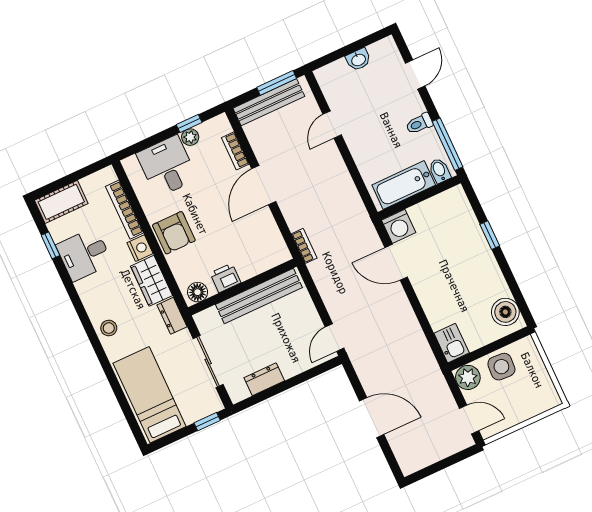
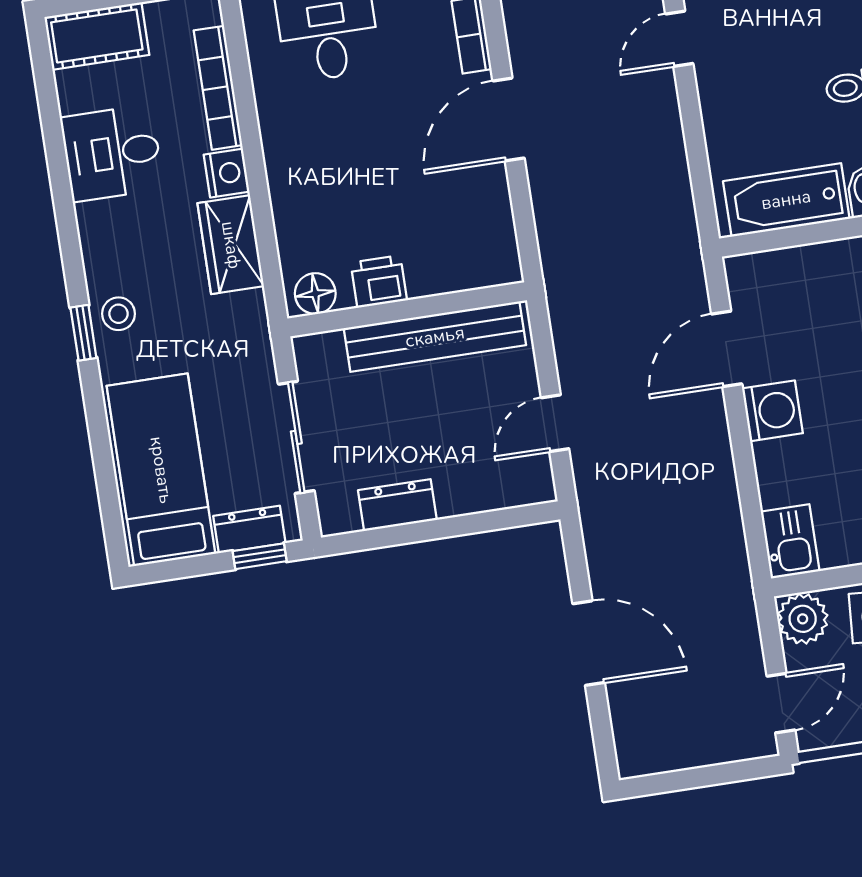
washing machine: (399, 226) -> (772, 411), moved, turned -90
armchair: (174, 233) -> (303, 162), removed
window: (50, 245) -> (83, 333), moved
bookcase: (304, 246) -> (554, 264), removed
door: (396, 262) -> (727, 349), hinge flipped
dresser: (172, 316) -> (249, 529), moved, turned 90
door: (335, 338) -> (555, 423), moved
door: (469, 420) -> (781, 703), hinge flipped

